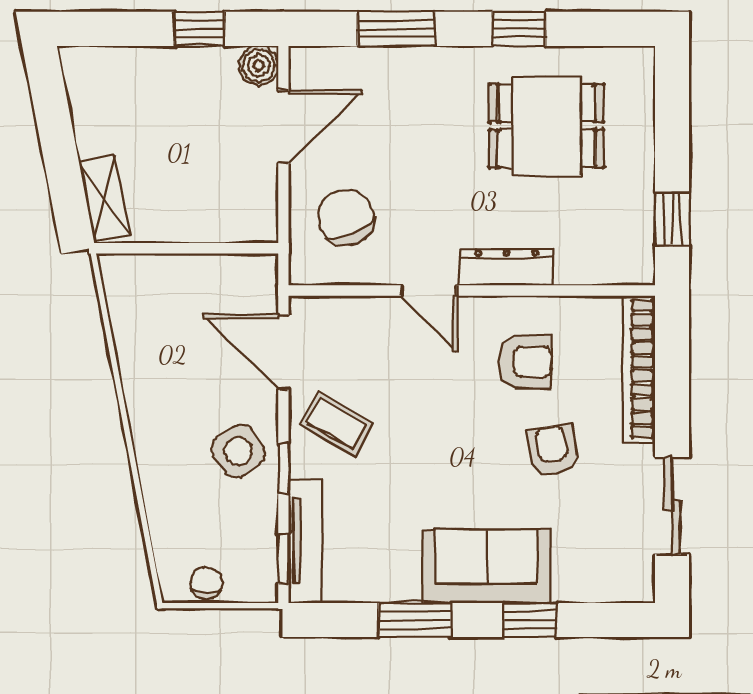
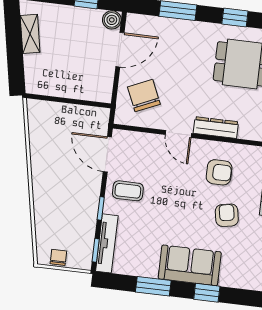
shelving: (104, 199) -> (30, 34), moved
coffee table: (336, 424) -> (128, 191), turned -30
side table: (238, 451) -> (81, 198), removed

